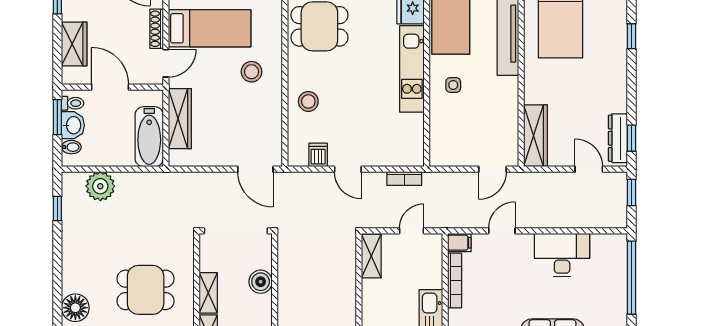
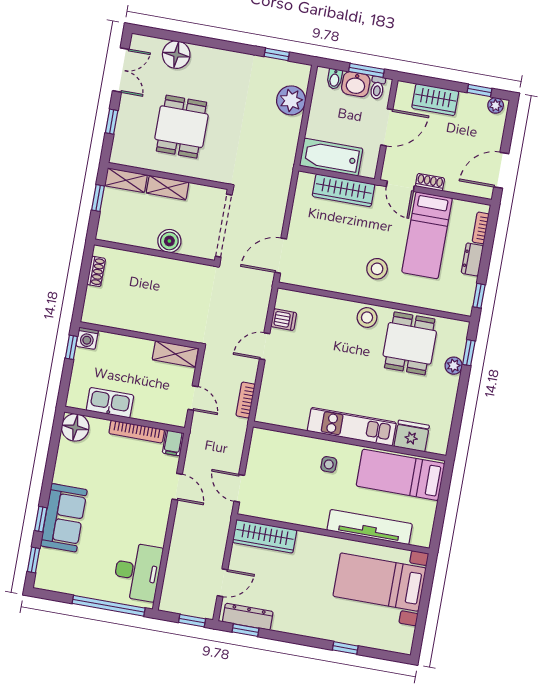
shoe rack: (157, 29) -> (430, 182), width x0.70
stool: (308, 101) -> (367, 317), moved
desk: (562, 255) -> (138, 572), moved

